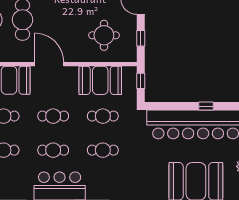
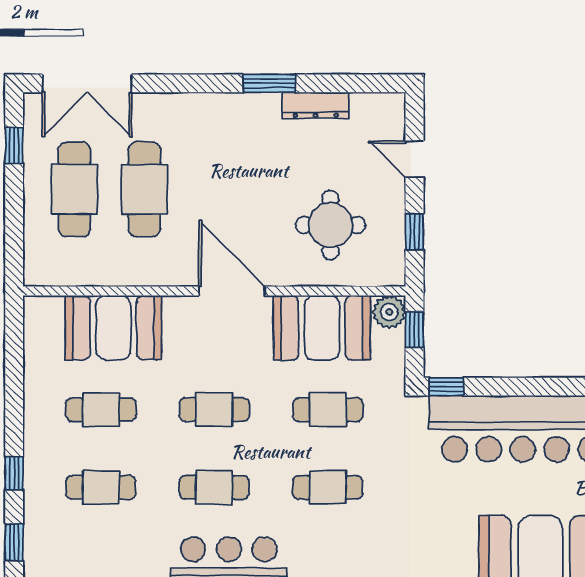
door: (49, 64) -> (232, 291), moved
plant: (130, 73) -> (389, 312), added
window: (206, 106) -> (447, 387), moved

